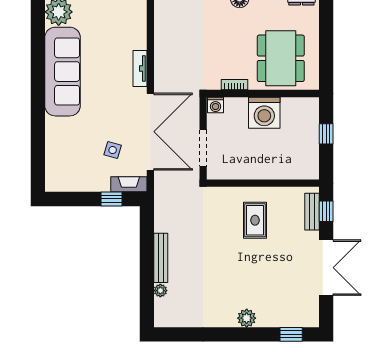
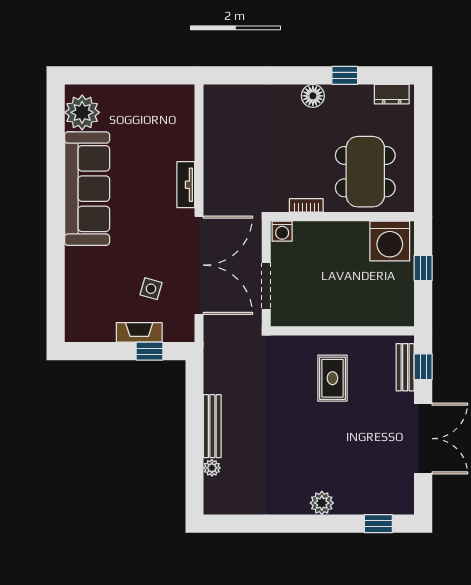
washing machine: (264, 113) -> (390, 241), moved
fireplace: (129, 184) -> (139, 332), moved

